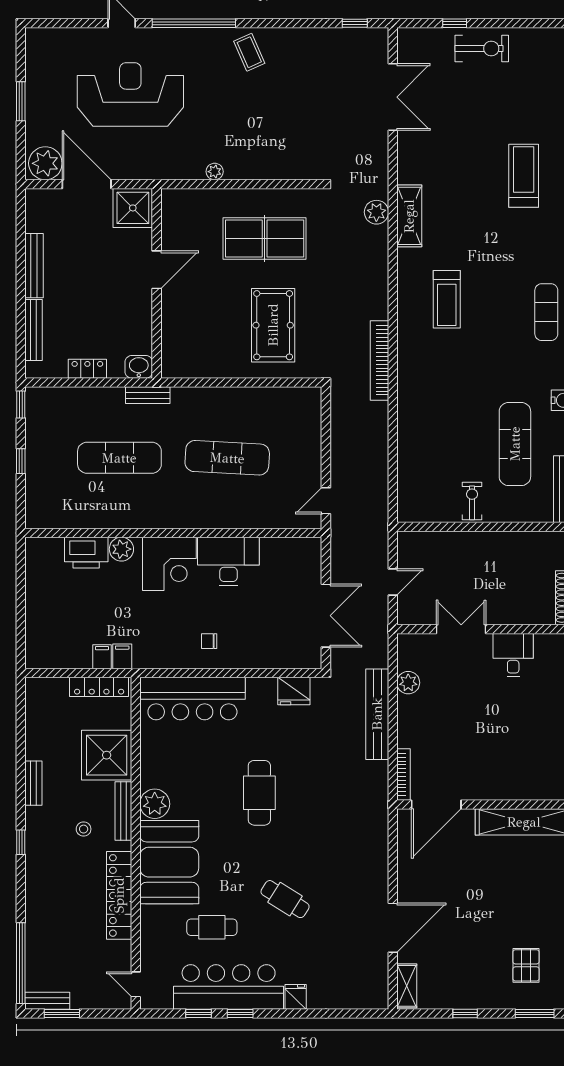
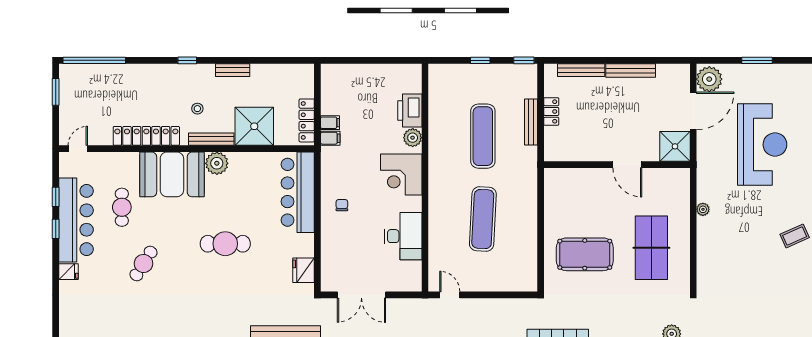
washbasin: (139, 367) -> (553, 151), removed
bench: (148, 395) -> (531, 122), moved, width x1.36
desk: (228, 561) -> (403, 236), moved
bench: (47, 1001) -> (65, 81), removed

